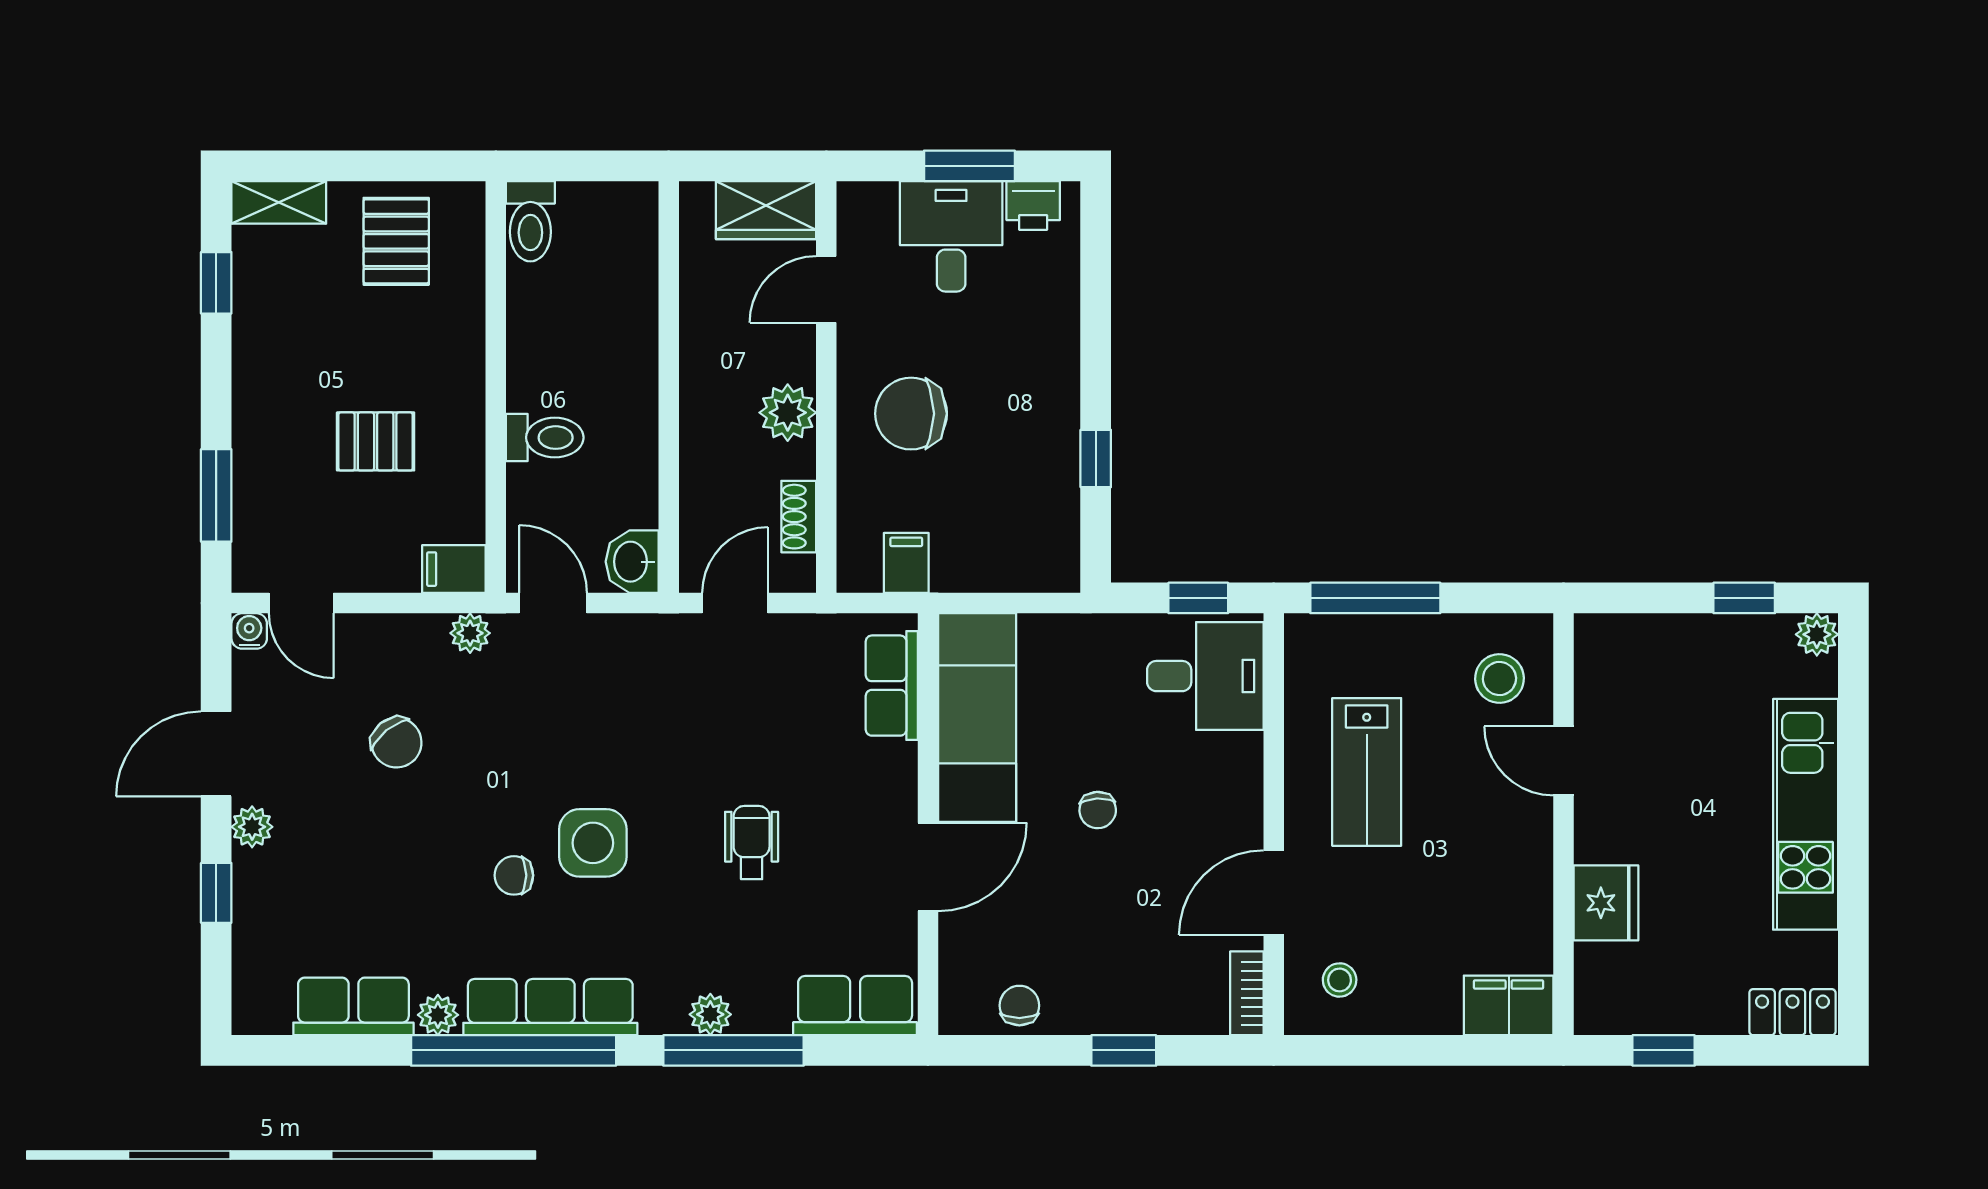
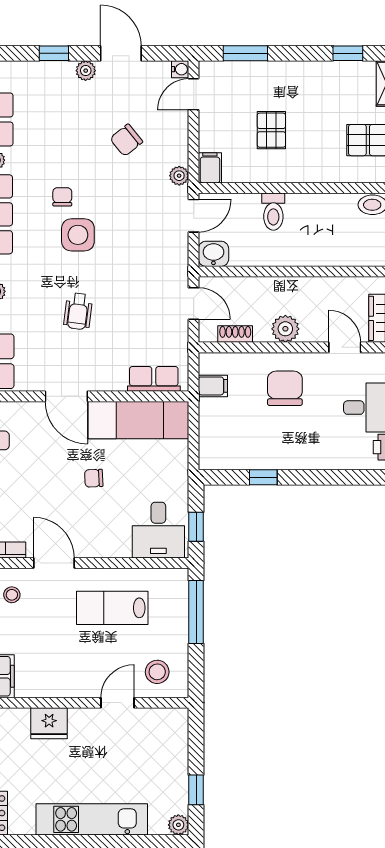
wheelchair: (752, 843) -> (78, 311), turned 97

